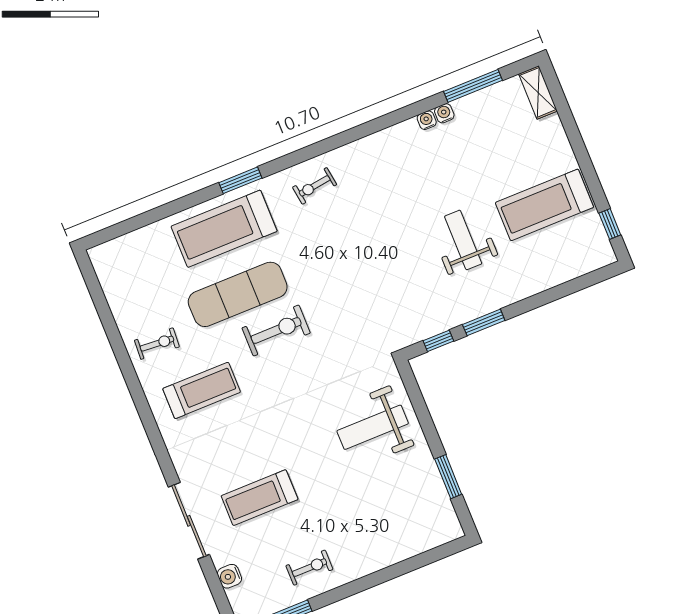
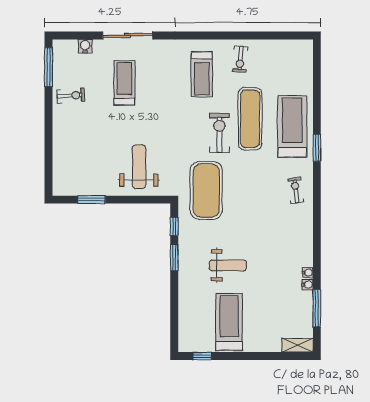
exercise mat: (367, 316) -> (206, 190), added
exercise bike: (276, 330) -> (219, 133), turned 180
exercise bike: (309, 568) -> (71, 96), turned -94

